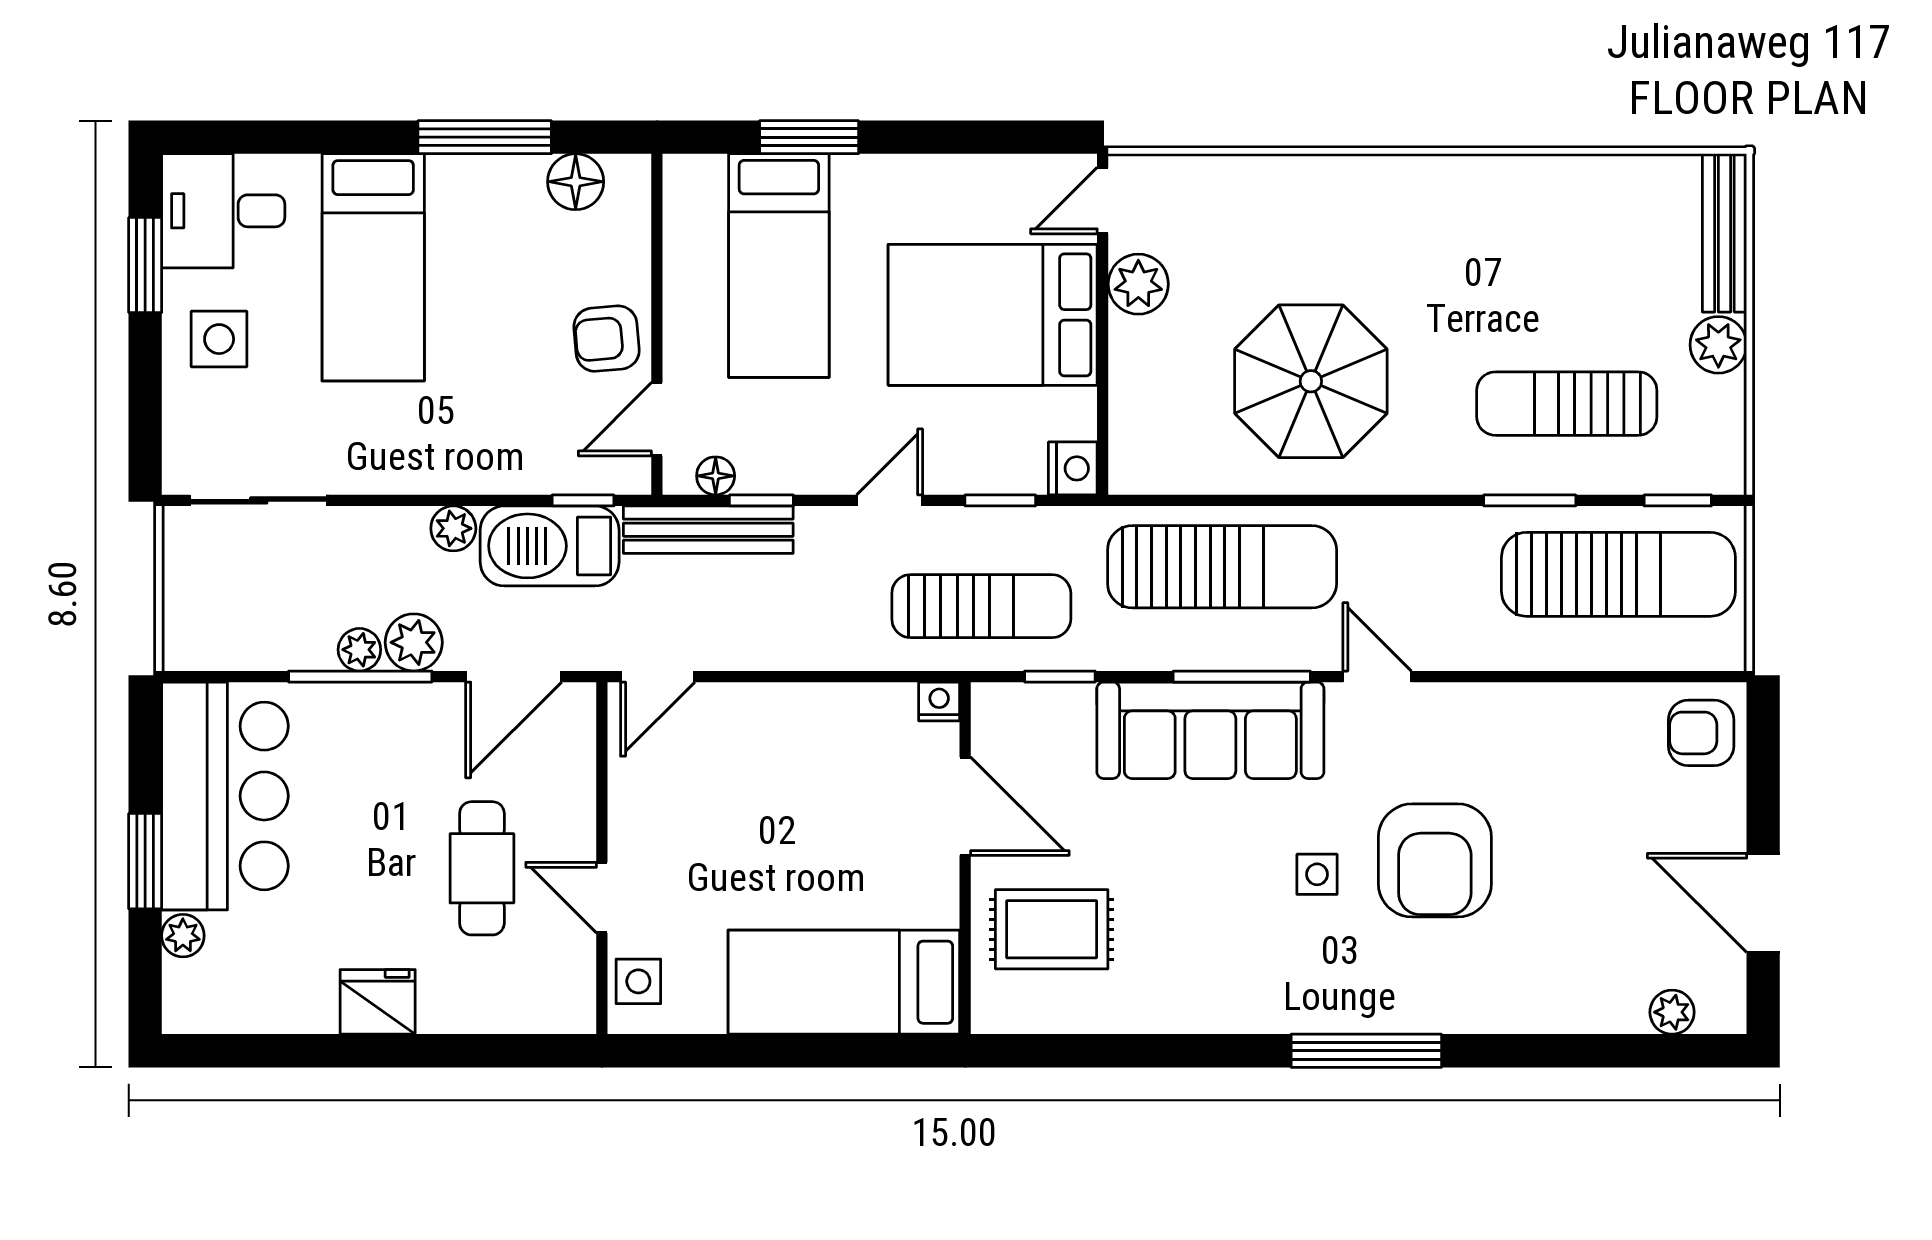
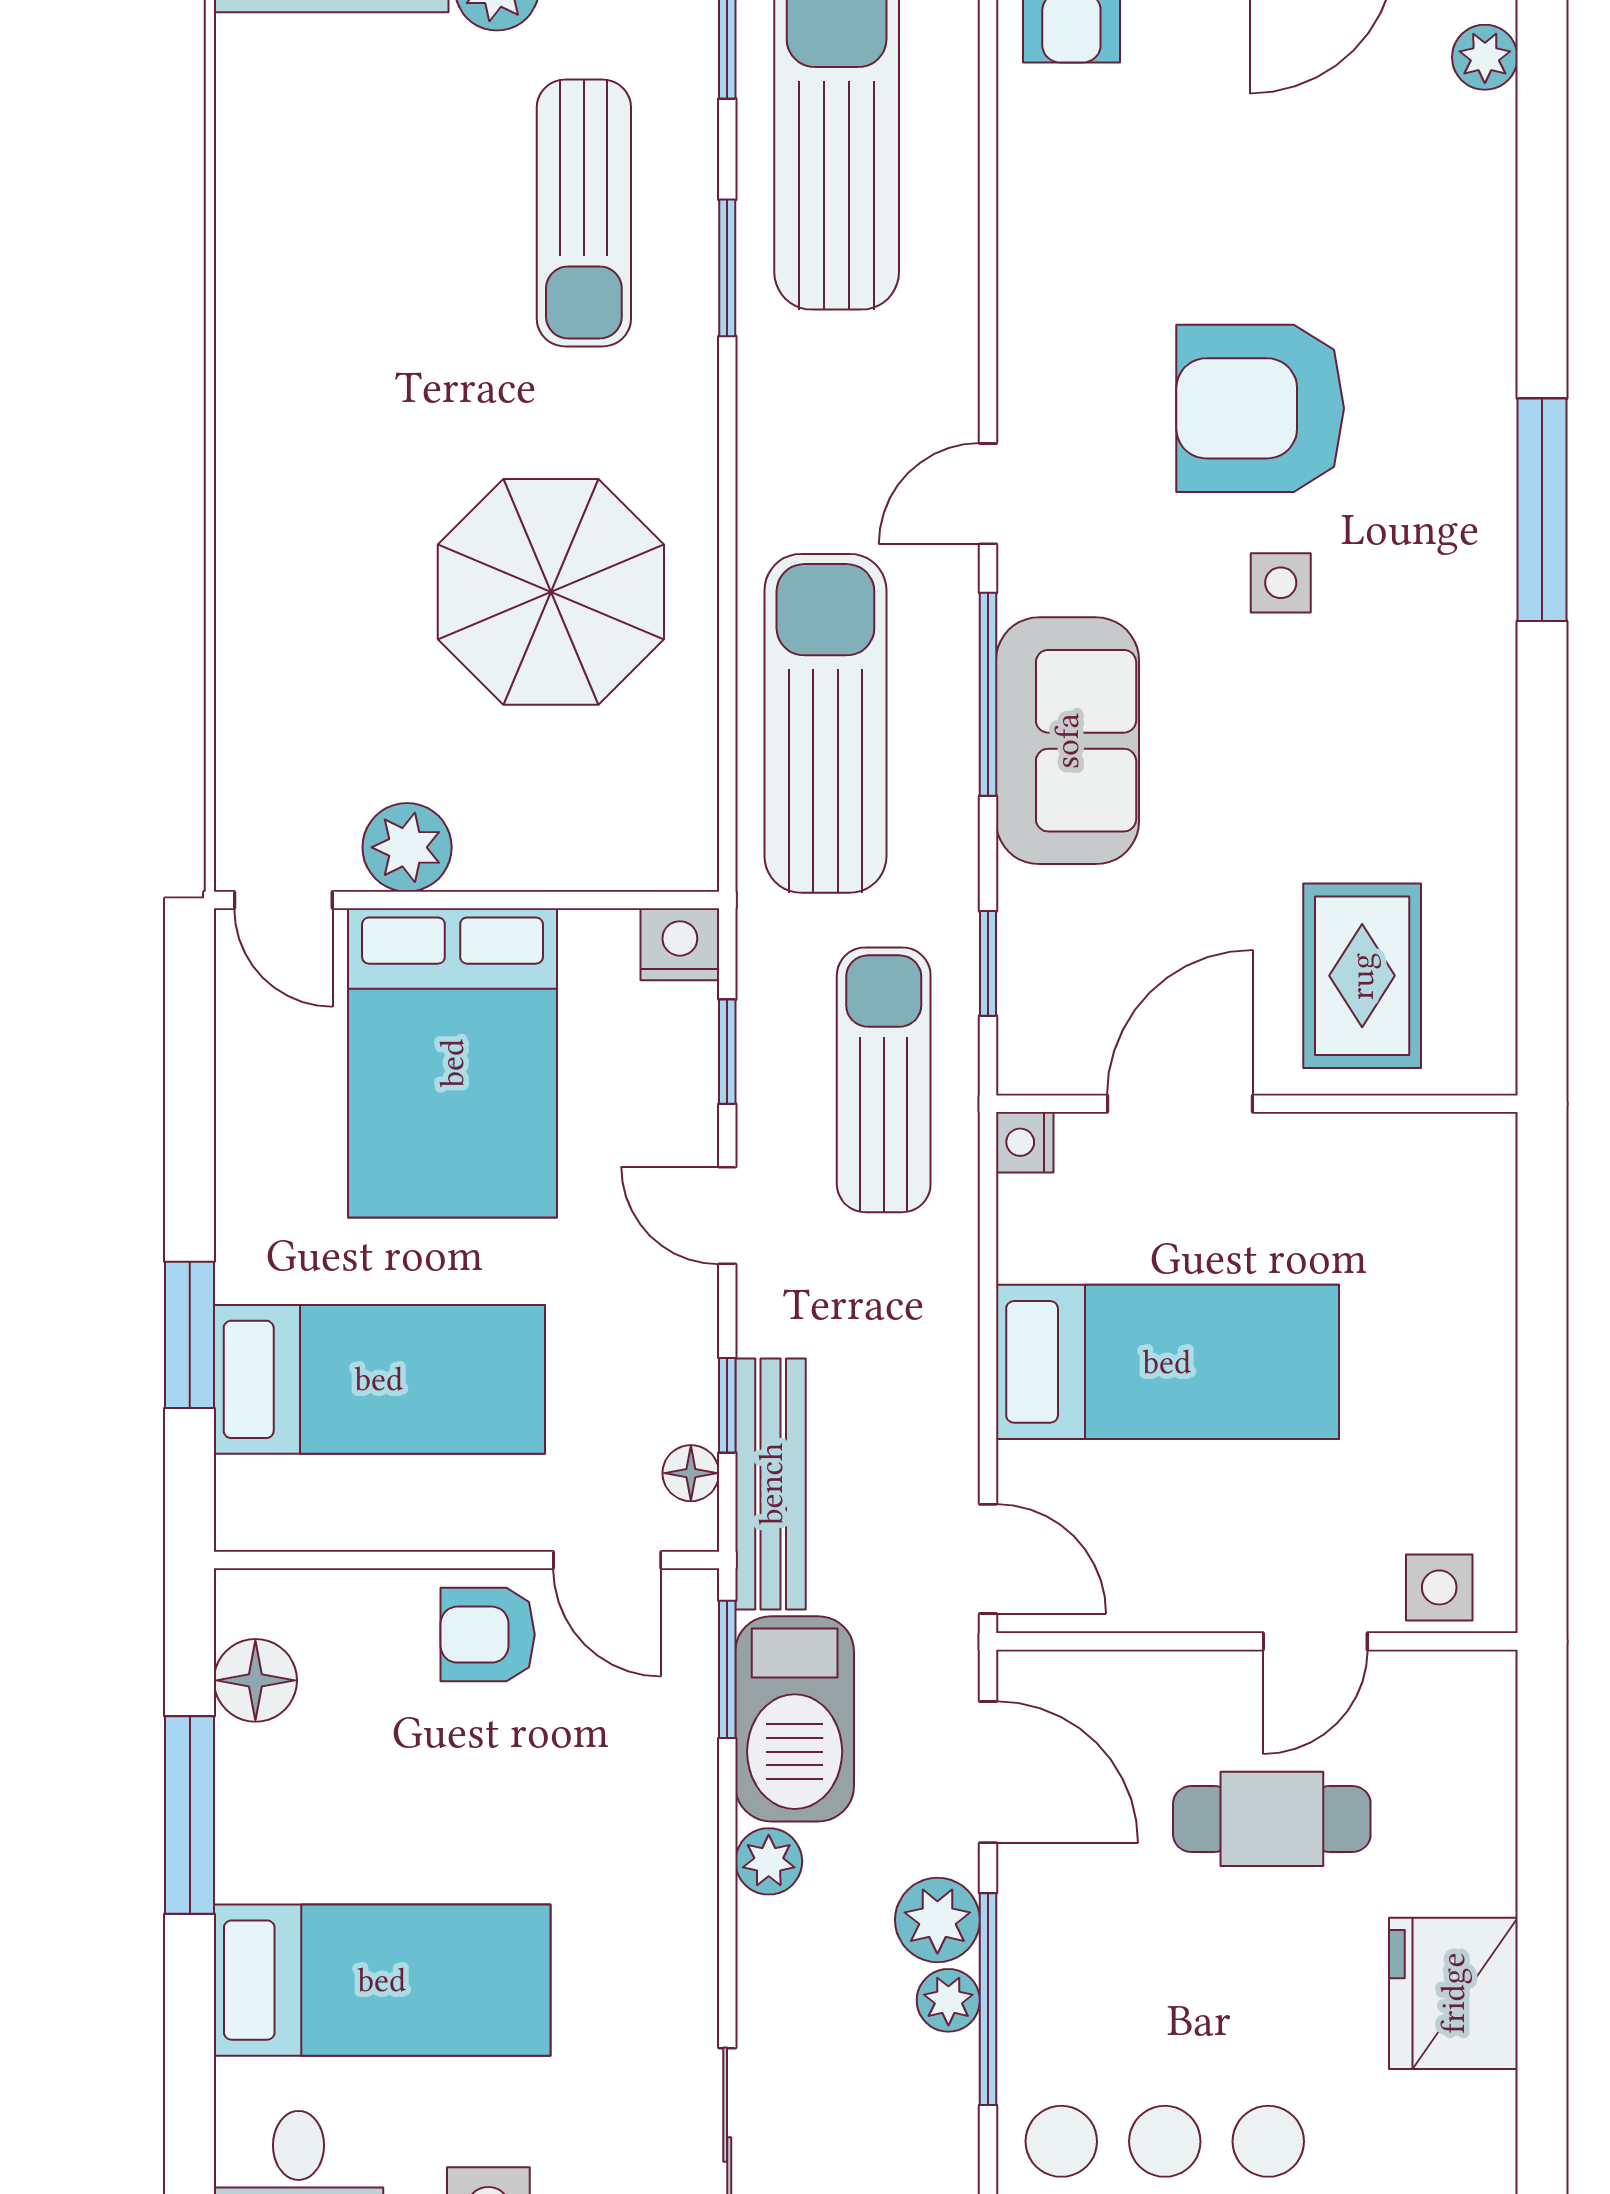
armchair: (607, 339) -> (488, 1635), turned 95
window: (583, 500) -> (727, 1669), width x1.50
sofa: (1210, 730) -> (1067, 741), width x0.73
armchair: (1435, 860) -> (1260, 408), turned 180
bed: (844, 982) -> (1167, 1362), moved, turned -90
fridge: (378, 1002) -> (1453, 1993), width x1.36, depth x1.34

